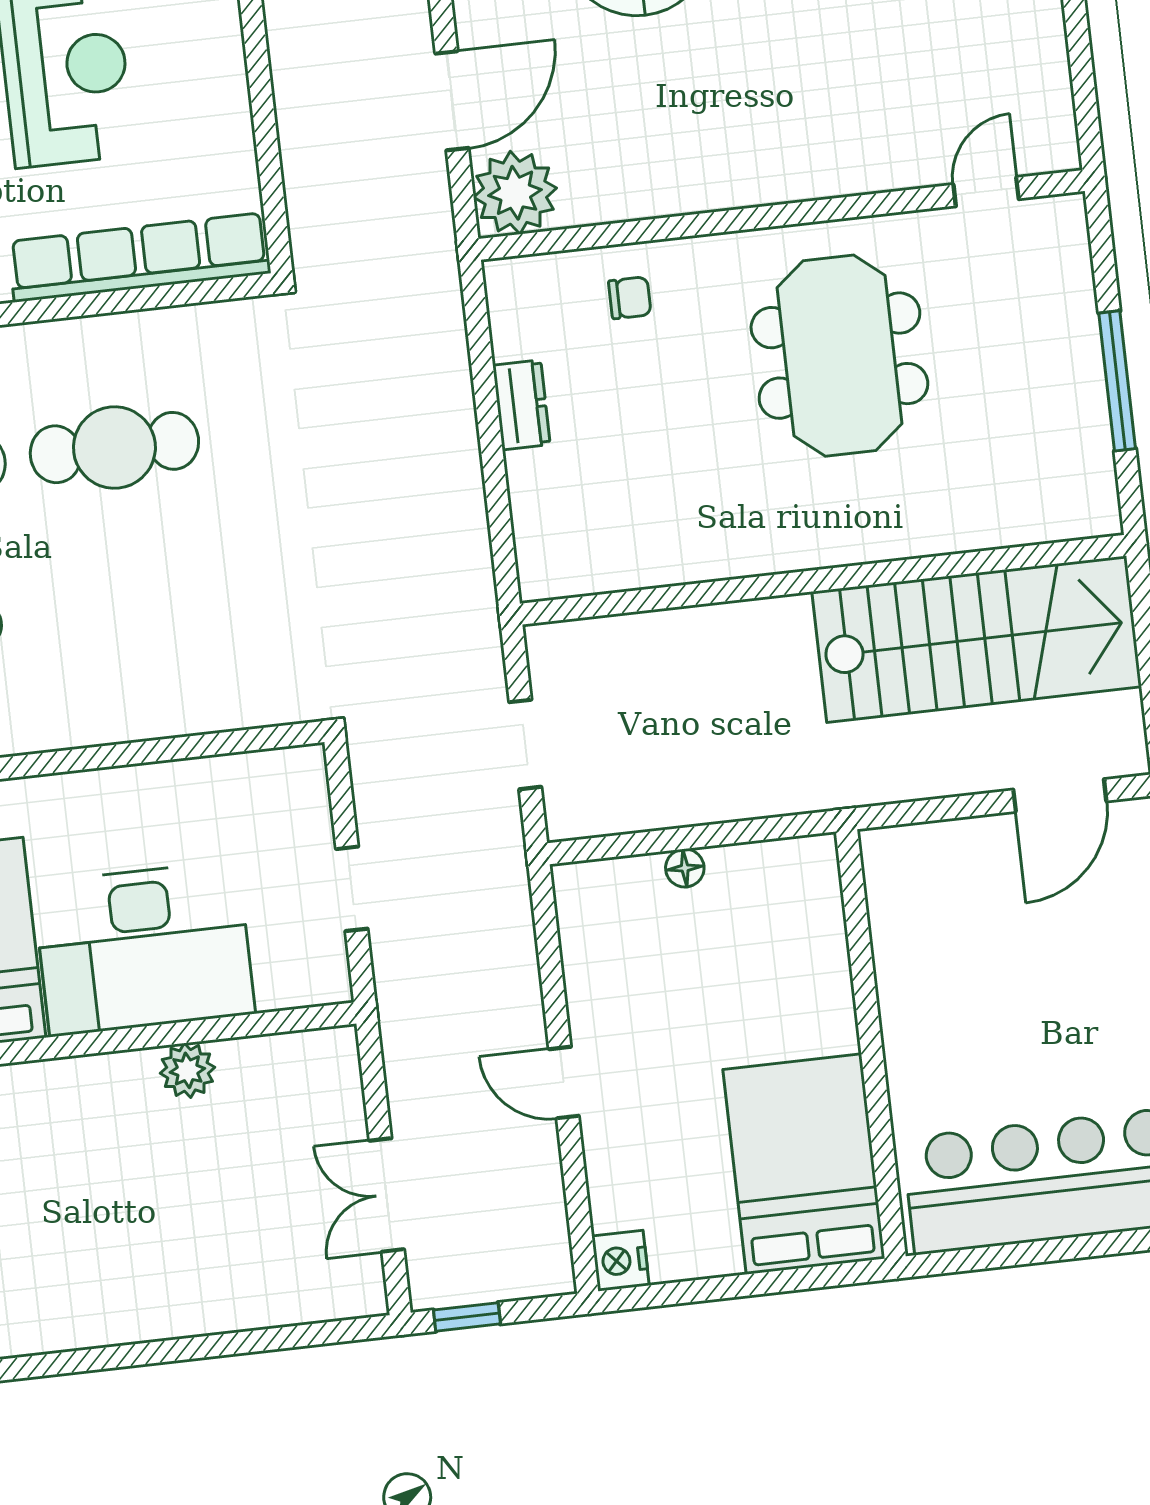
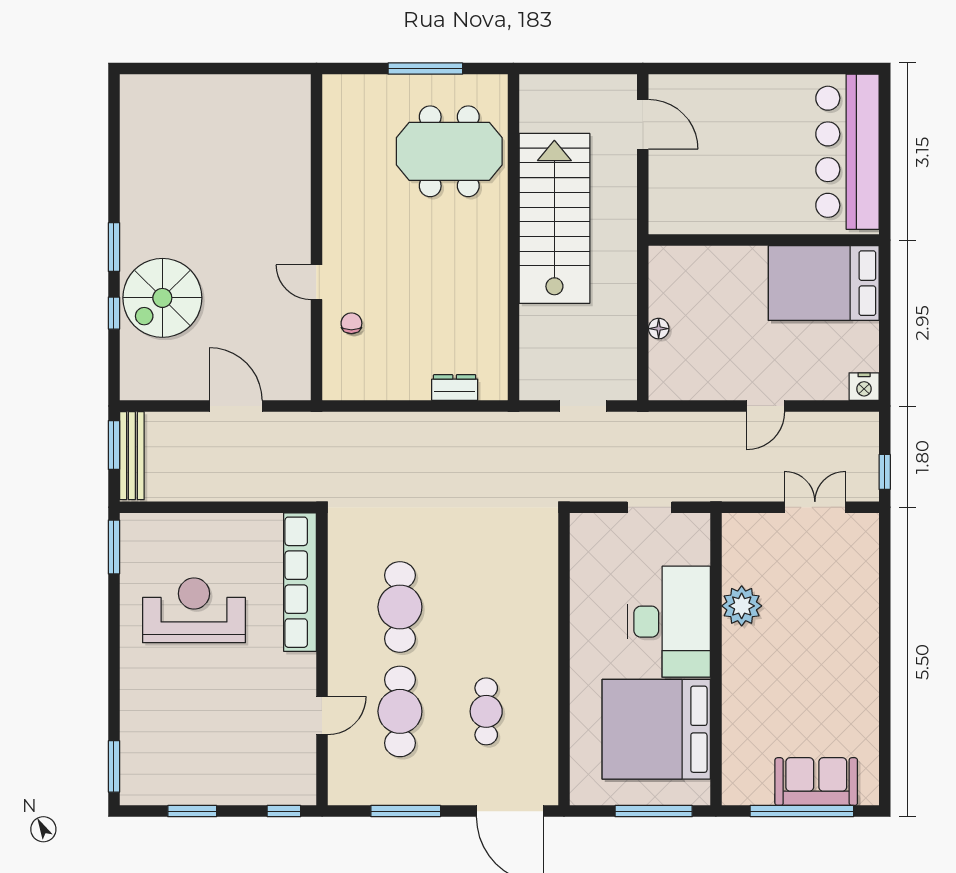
door: (986, 192) -> (316, 282), moved
plant: (515, 193) -> (288, 378), removed
meeting table: (839, 356) -> (449, 151), moved
dresser: (521, 405) -> (455, 388), moved
stairs: (977, 639) -> (554, 218), moved
plant: (187, 1070) -> (742, 606), width x1.36, depth x1.36
double door: (387, 1195) -> (815, 507), swing flipped

